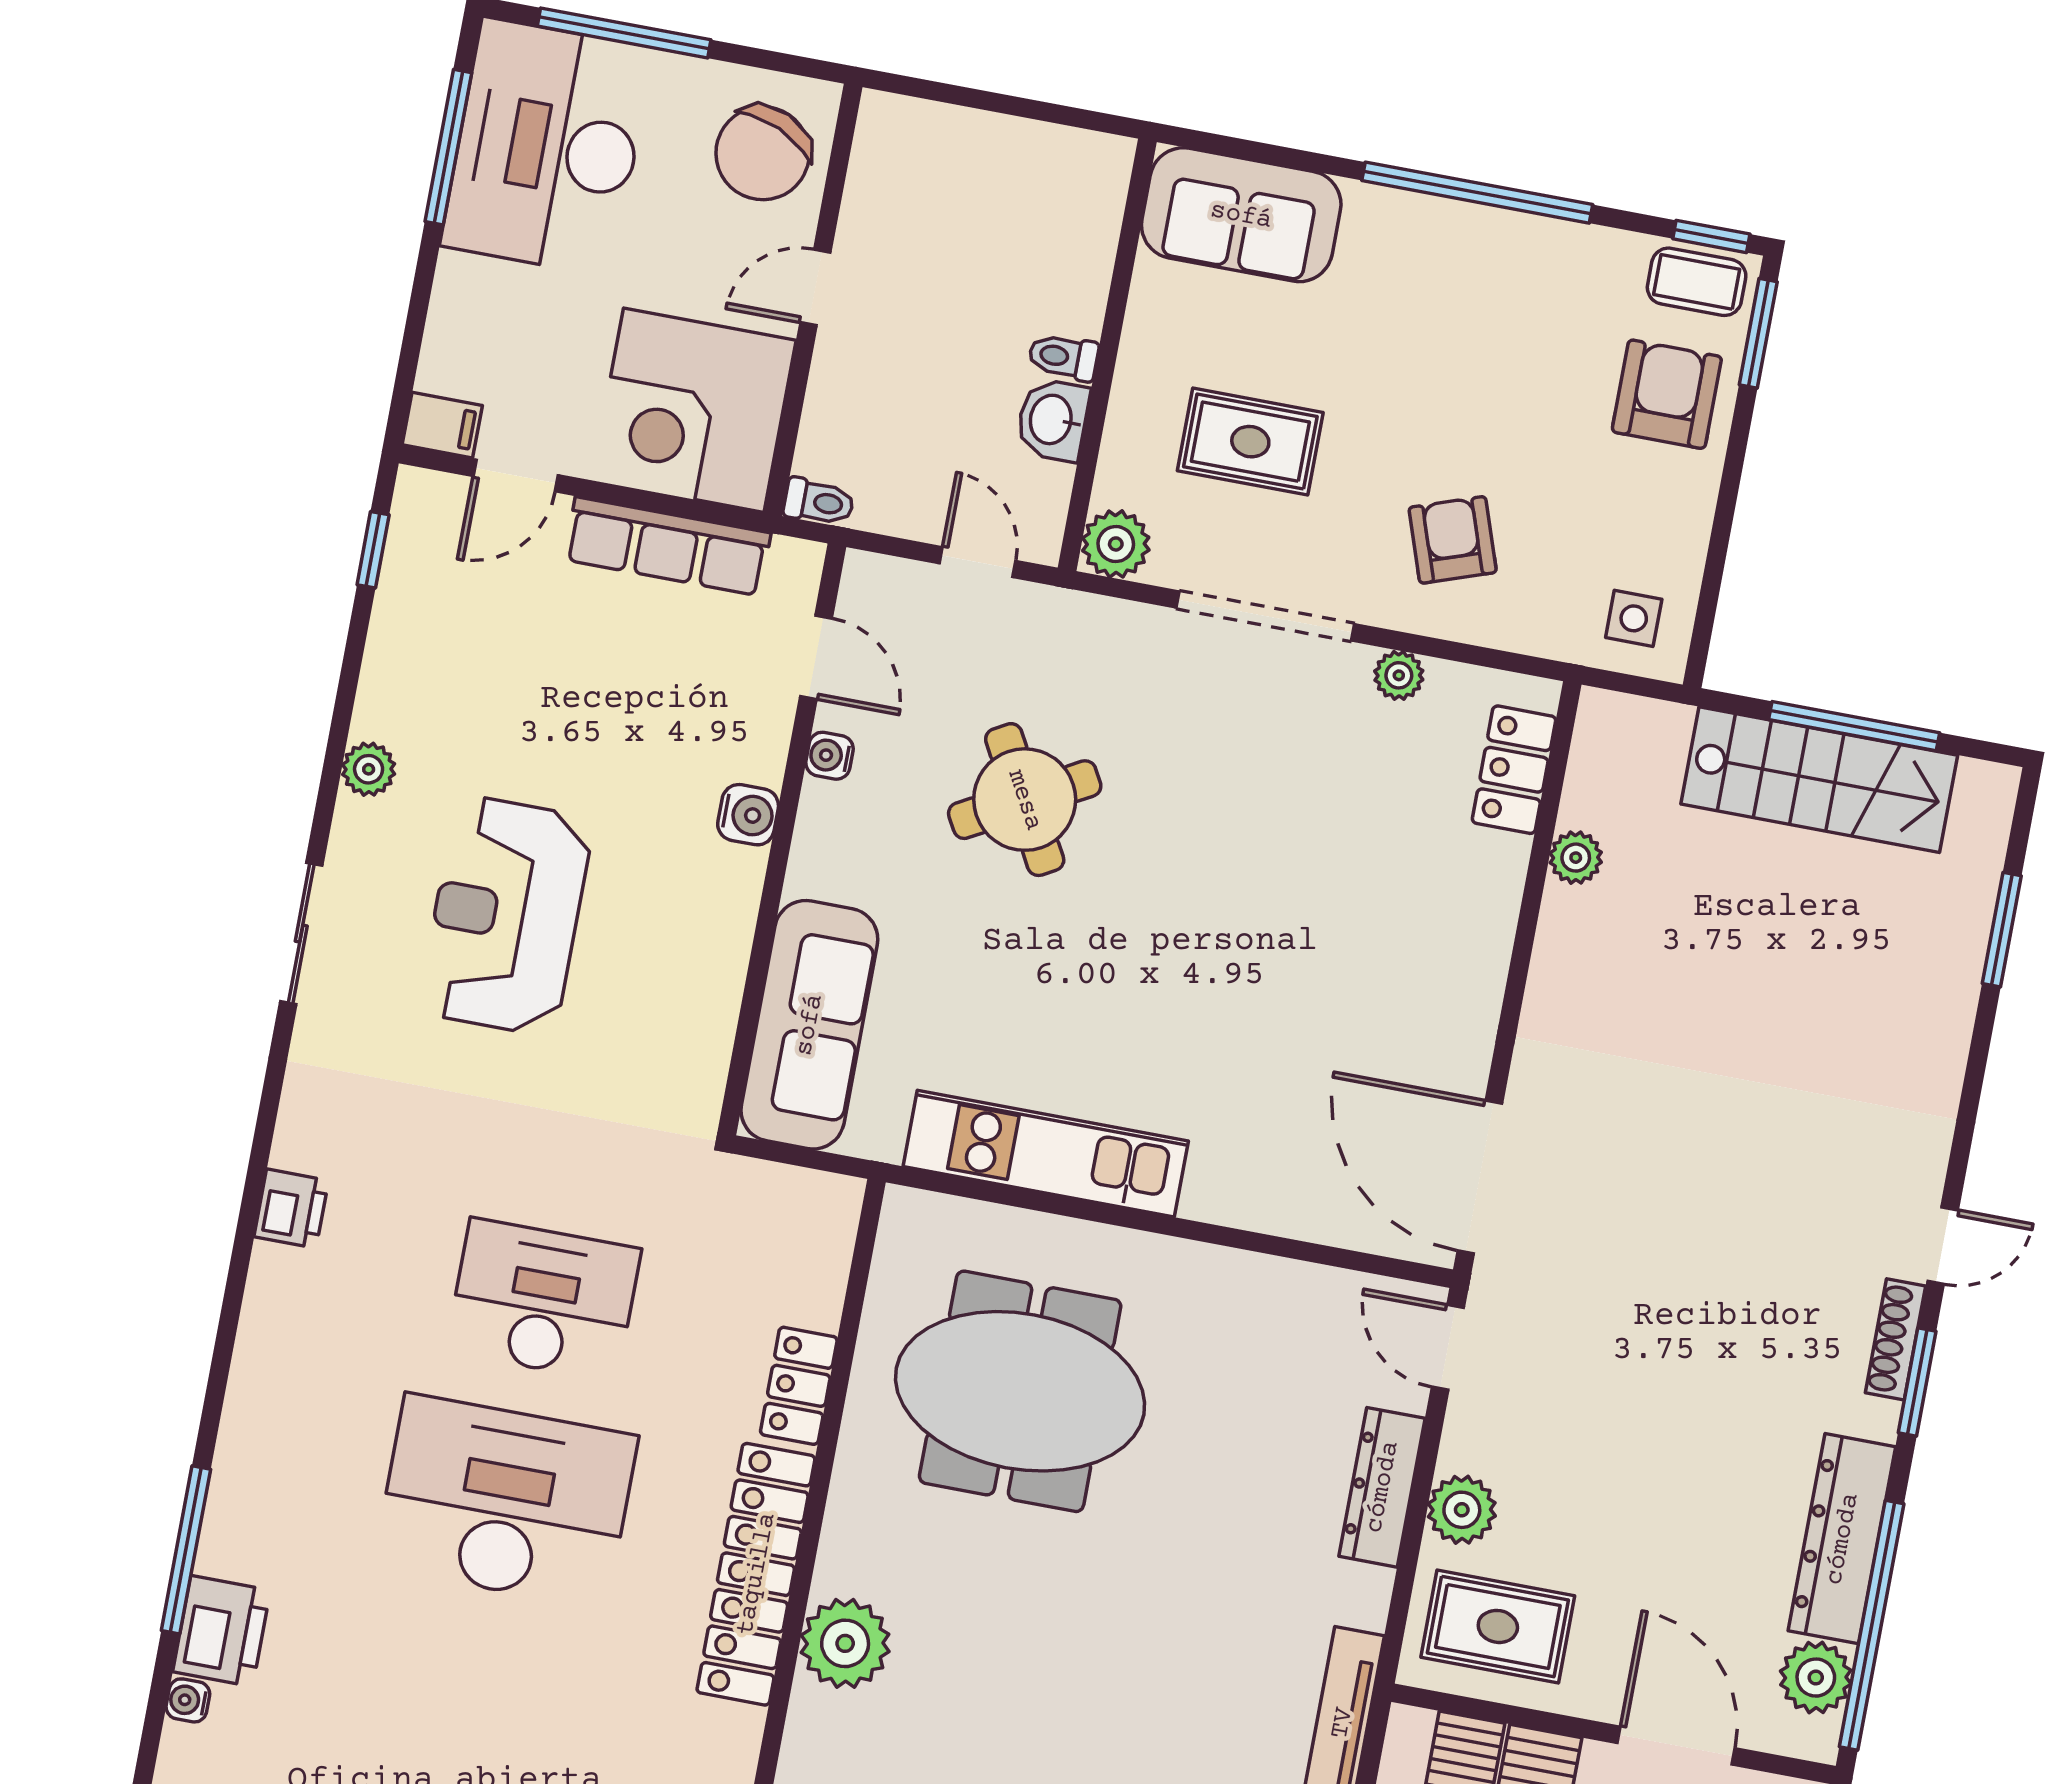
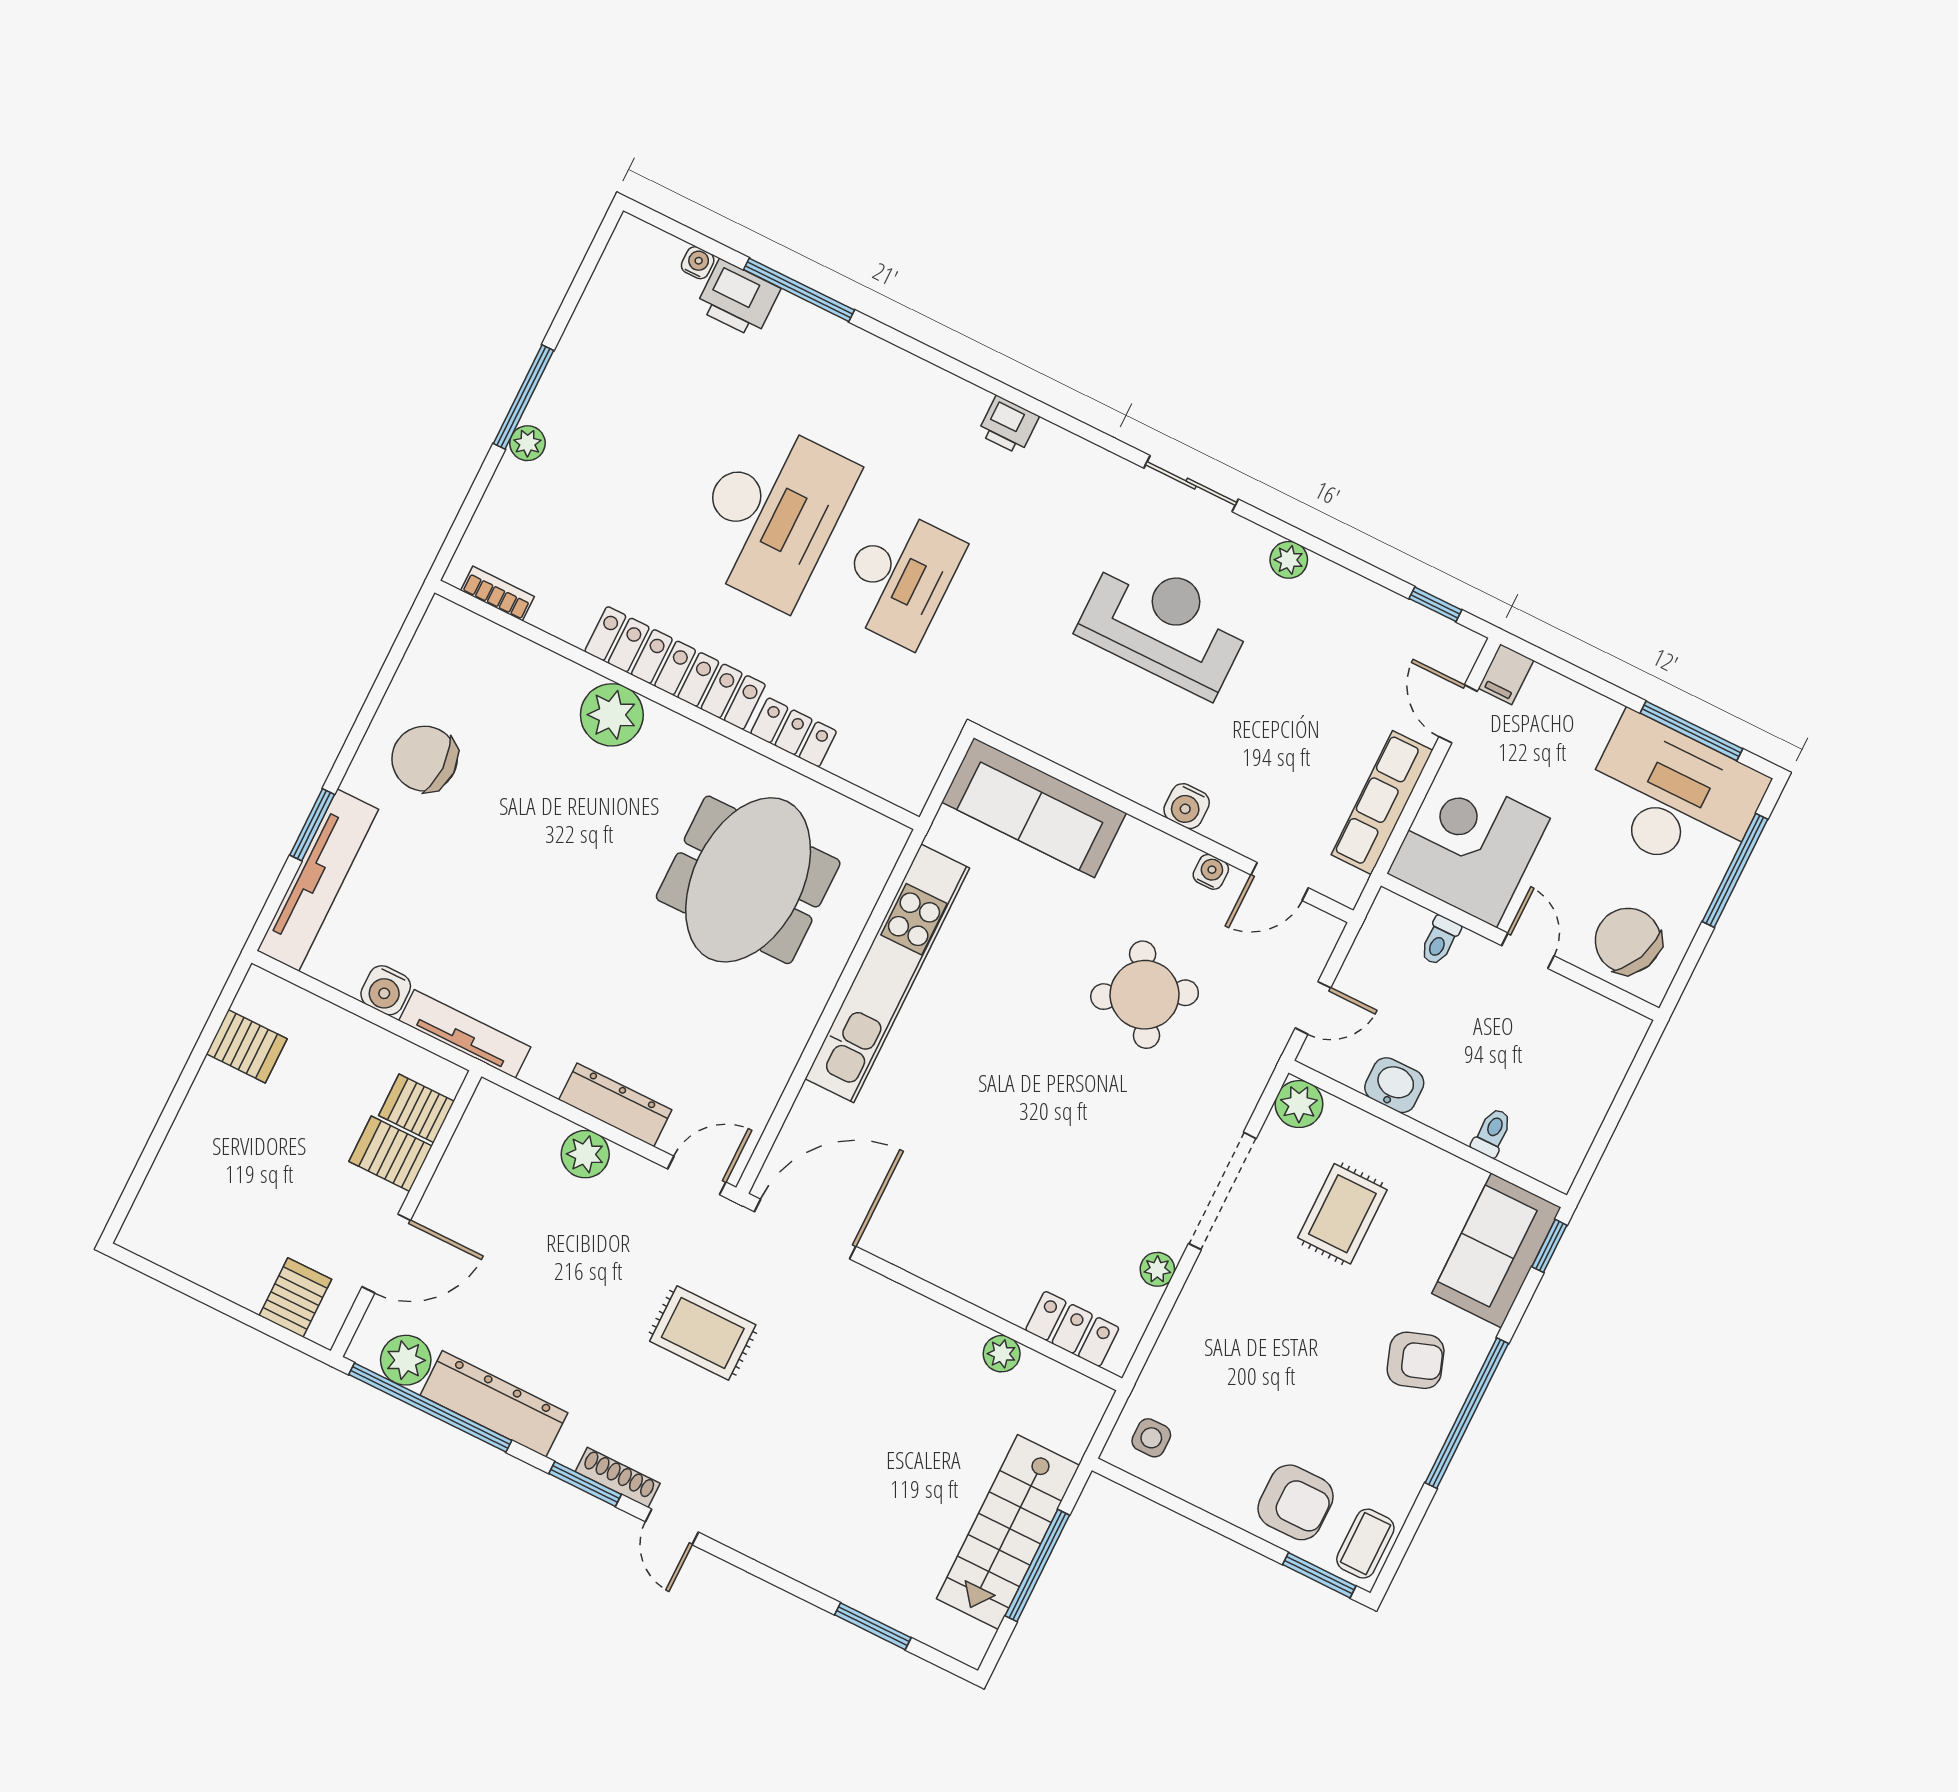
window: (1711, 236) -> (1549, 1246), moved
toilet: (1063, 357) -> (1492, 1133), moved
toilet: (819, 502) -> (1440, 941), moved
armchair: (1453, 540) -> (1416, 1360), moved
kitchen unit: (1046, 1154) -> (887, 973), width x1.36
rug: (1498, 1626) -> (703, 1333), moved, turned 90

